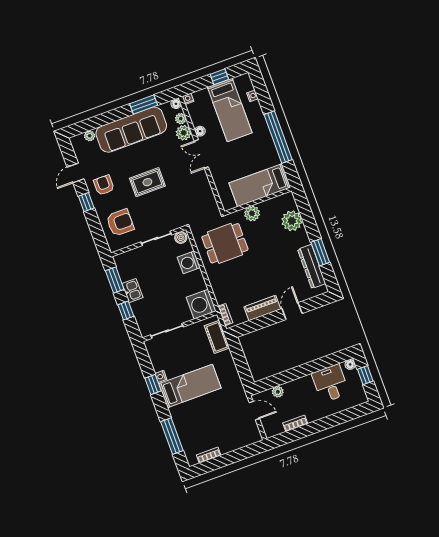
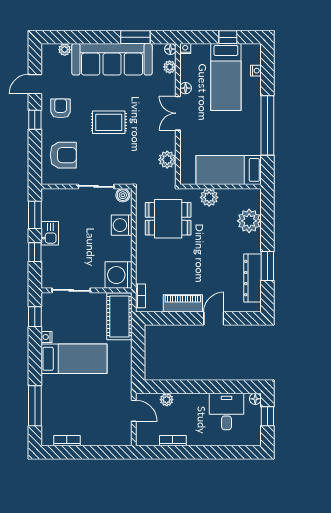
plant: (184, 133) -> (167, 160), moved
cot: (217, 337) -> (119, 316), width x1.37, depth x1.34
window: (153, 385) -> (35, 317), moved

